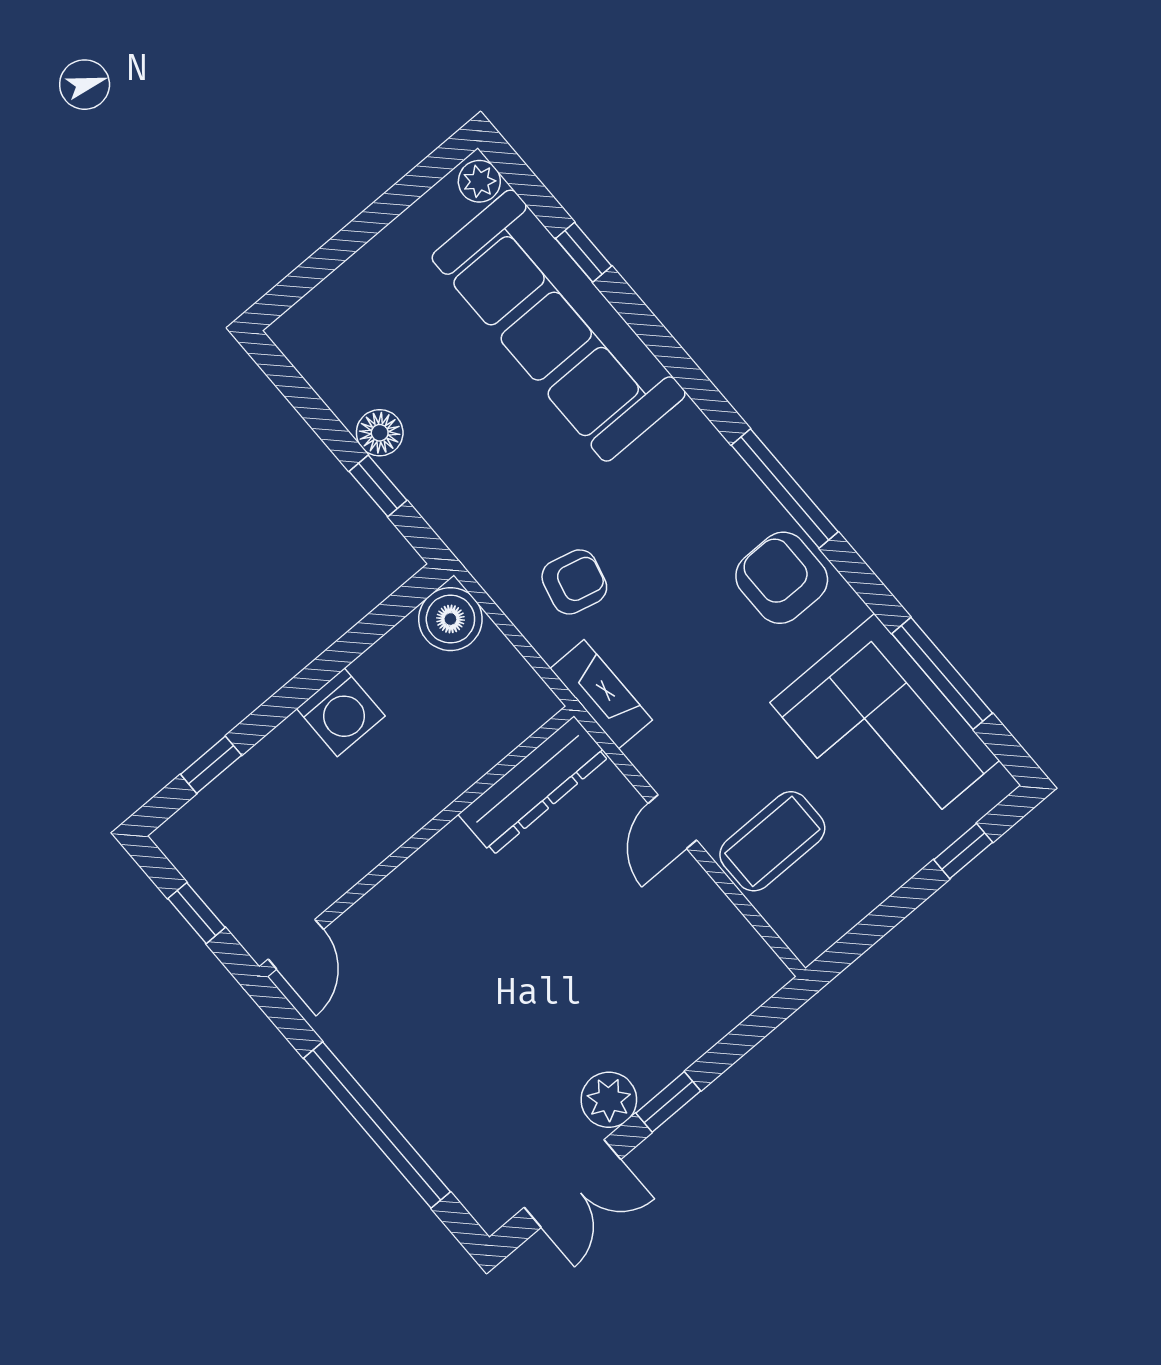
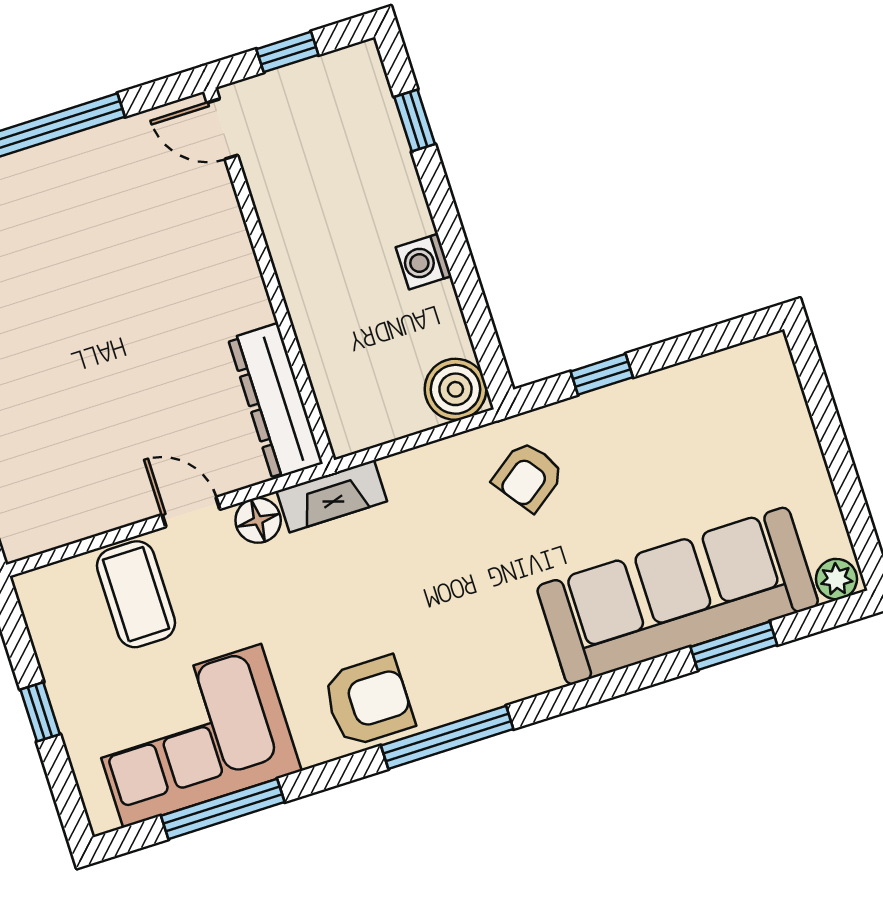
window: (584, 252) -> (734, 646), width x1.50
floor lamp: (380, 433) -> (258, 520), moved
armchair: (574, 582) -> (528, 476), moved, turned 40
washing machine: (341, 712) -> (424, 262), width x0.73, depth x0.73
window: (963, 851) -> (40, 712), moved

